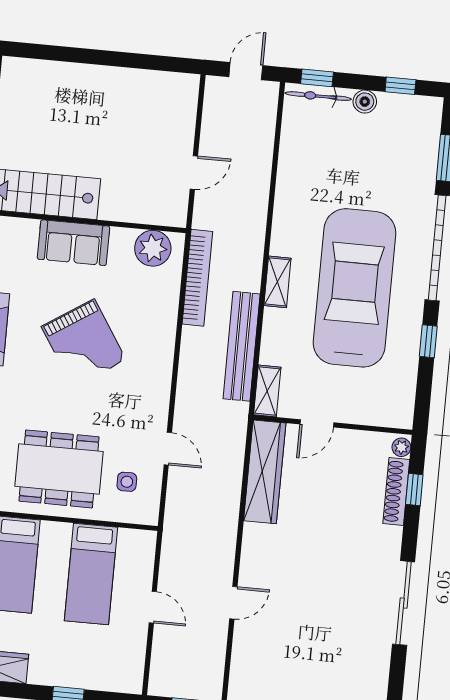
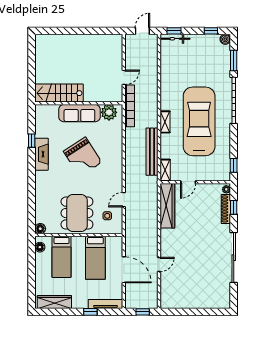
boiler: (365, 102) -> (225, 39), moved
sofa: (73, 243) -> (79, 113), width x1.36
bookcase: (197, 278) -> (130, 106), moved
window: (428, 341) -> (234, 165), moved
door: (168, 449) -> (124, 200), swing flipped
dining table: (59, 469) -> (77, 213), turned 90
sliding door: (404, 603) -> (234, 258), width x1.36
door: (153, 607) -> (124, 270), width x1.87
tv unit: (104, 681) -> (106, 304), added

